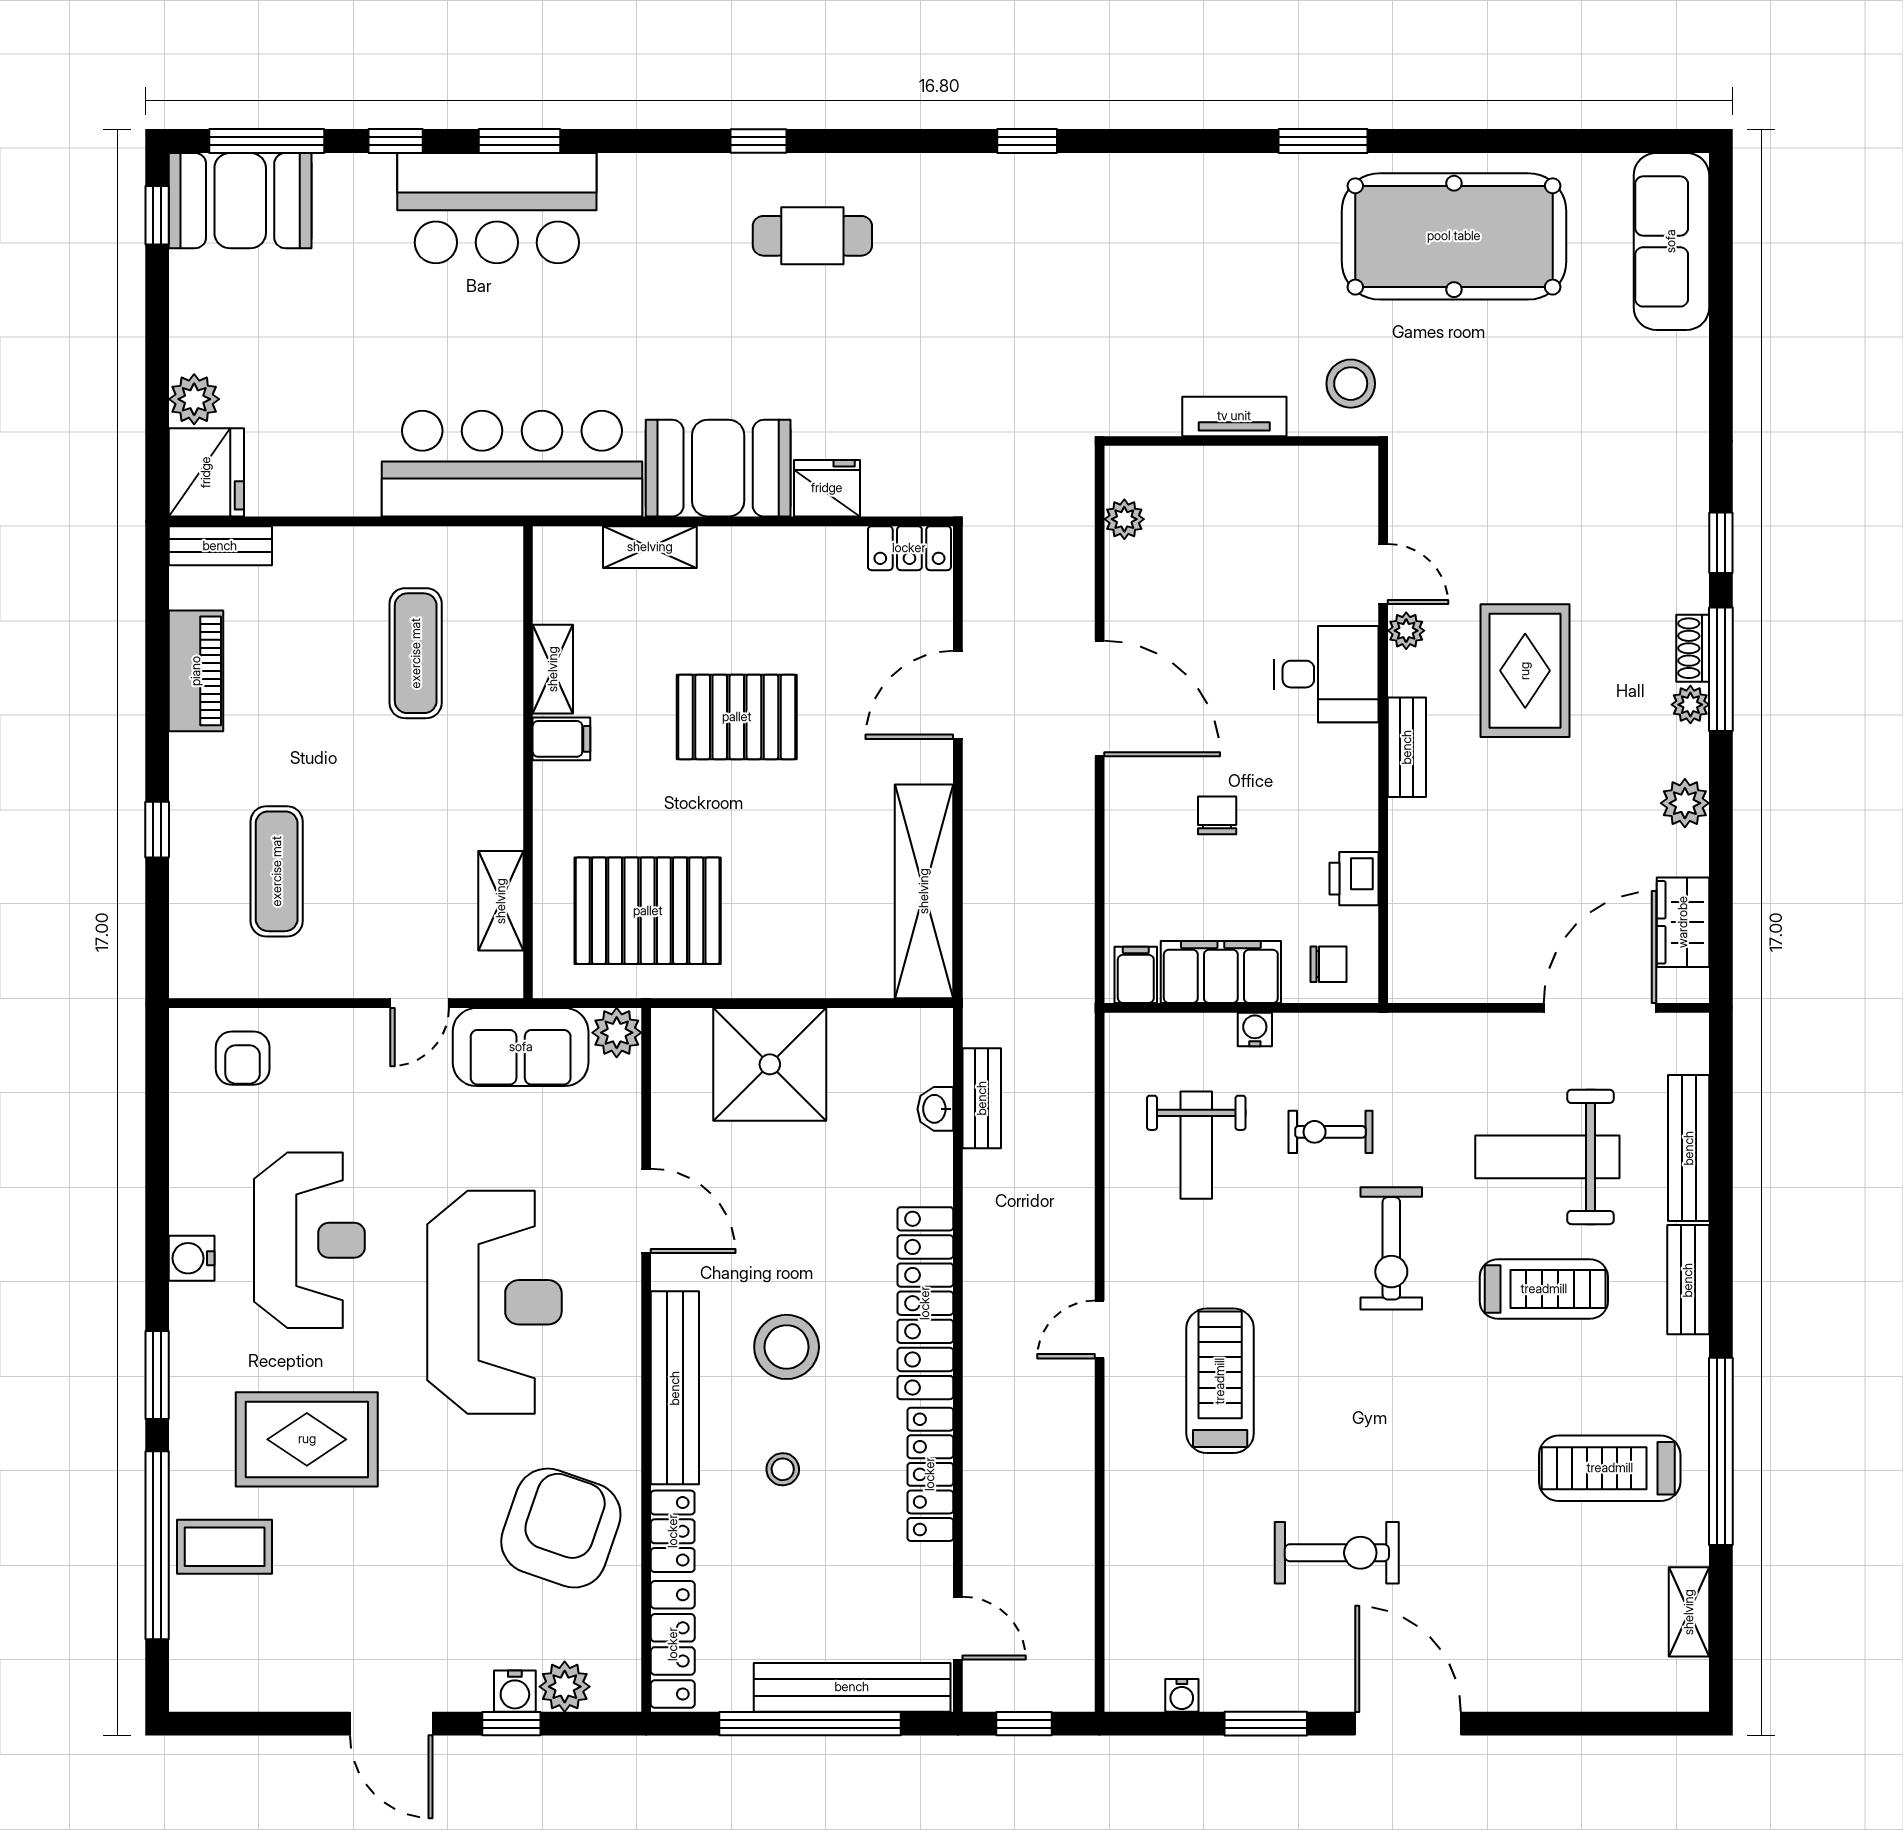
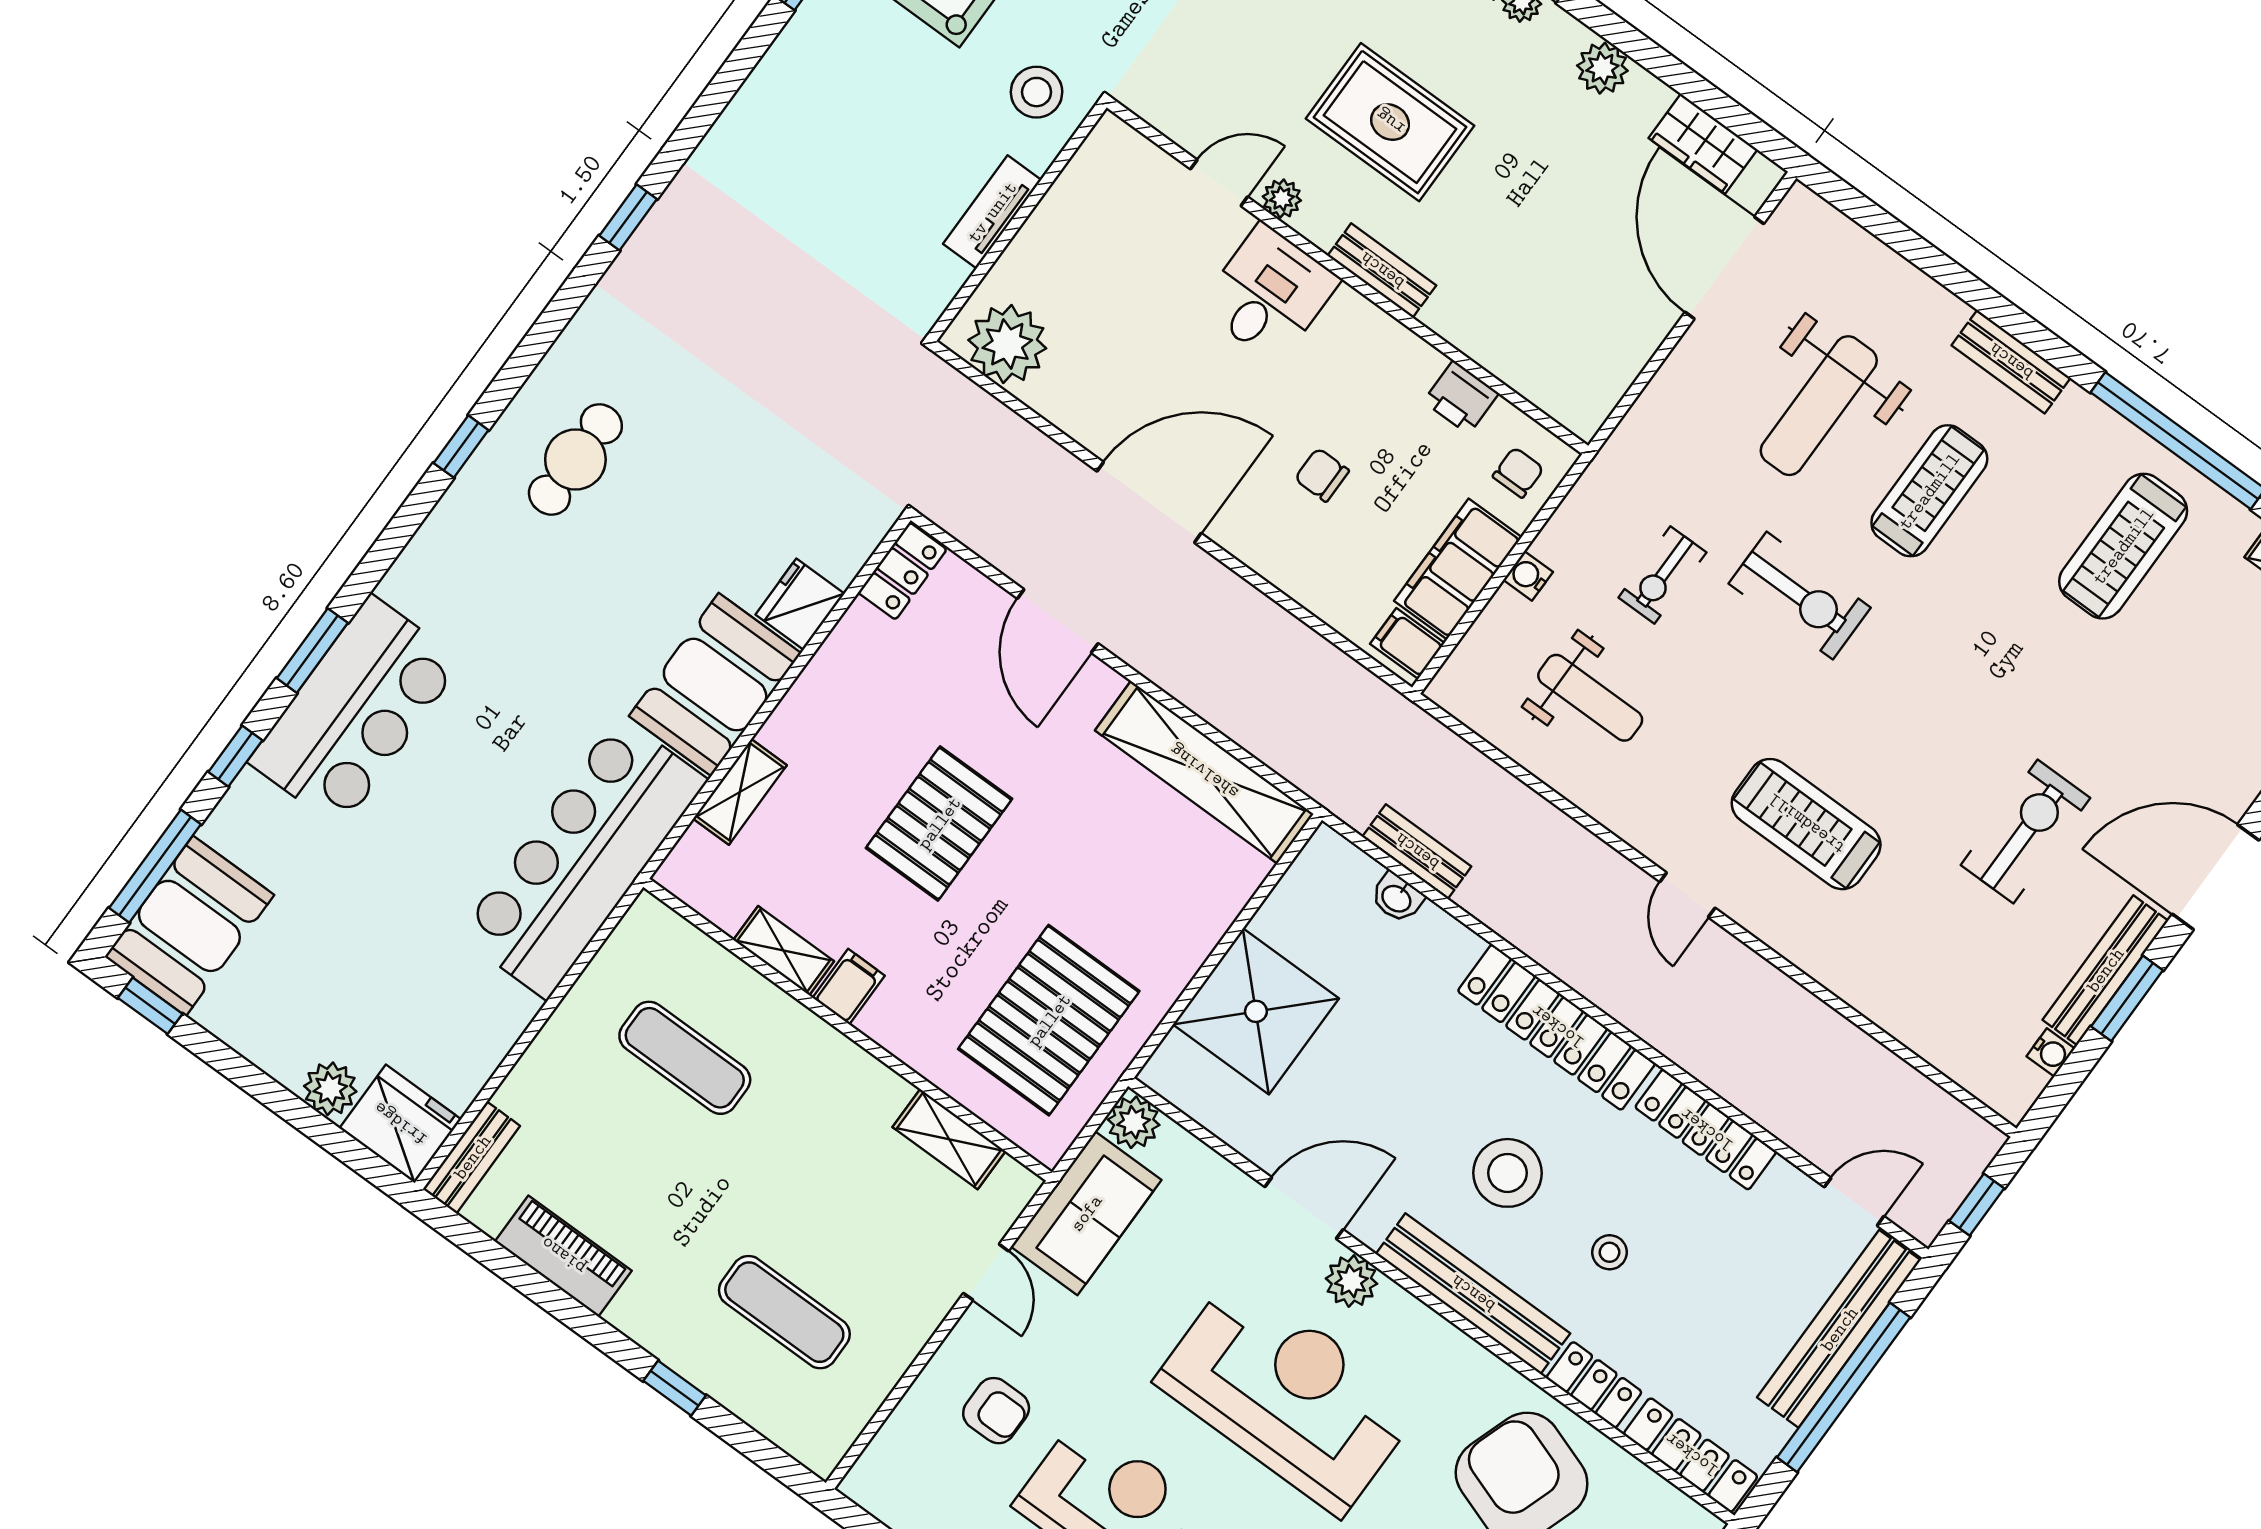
plant: (1124, 519) -> (1007, 344), width x1.87, depth x1.87
armchair: (243, 1058) -> (996, 1411), moved
bench: (1689, 1148) -> (2105, 970), moved, turned 90
plant: (617, 1288) -> (1351, 1281), added

